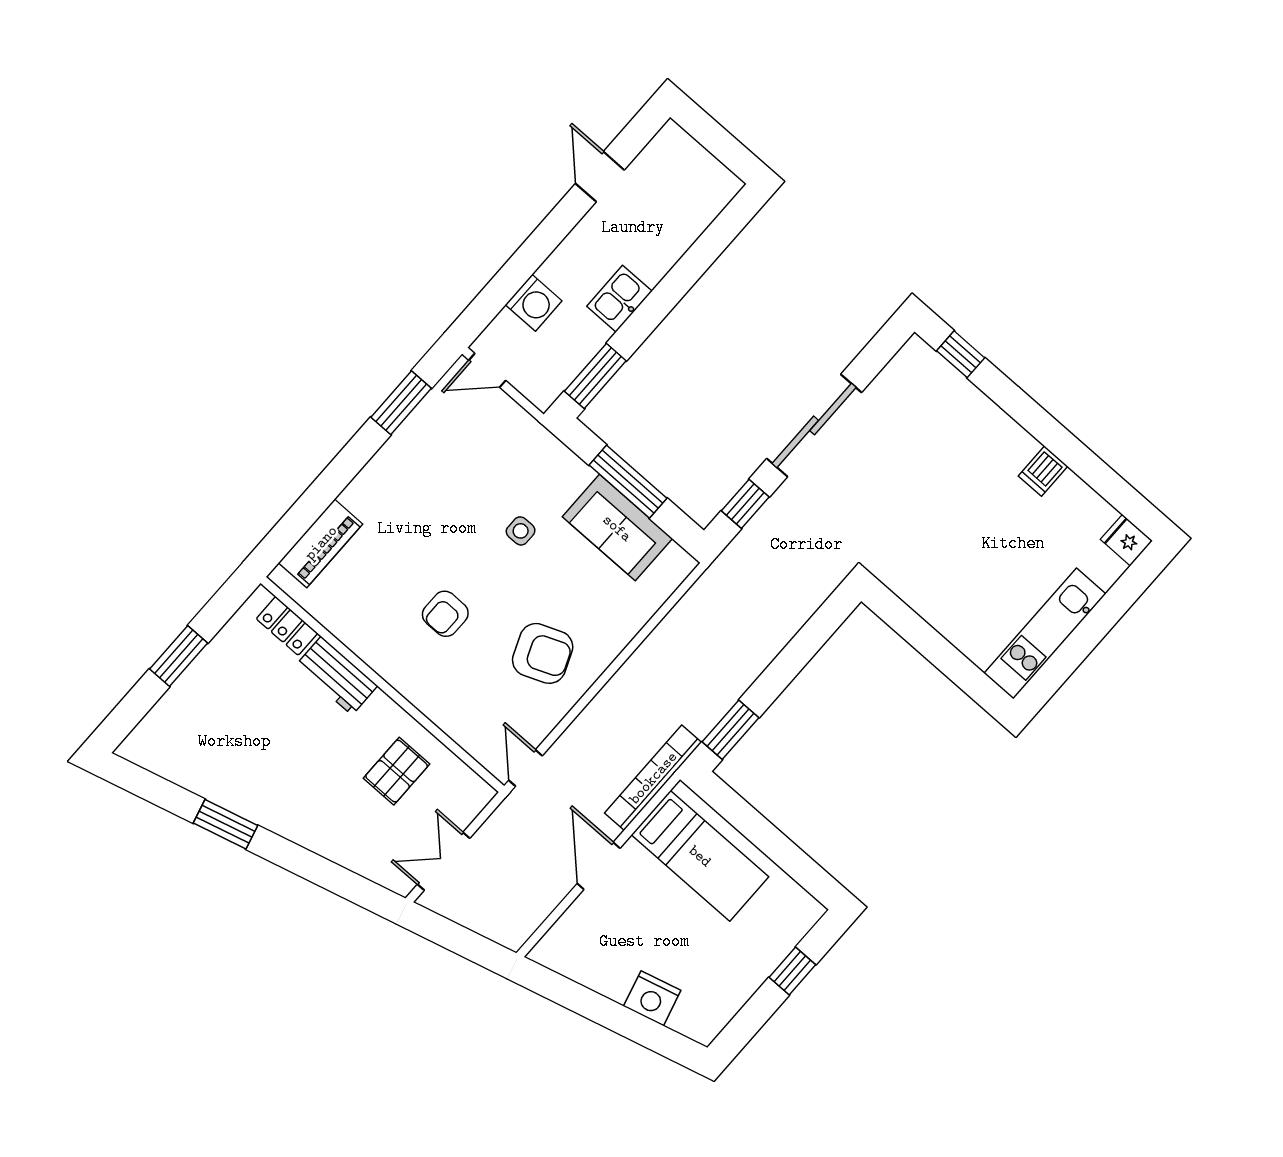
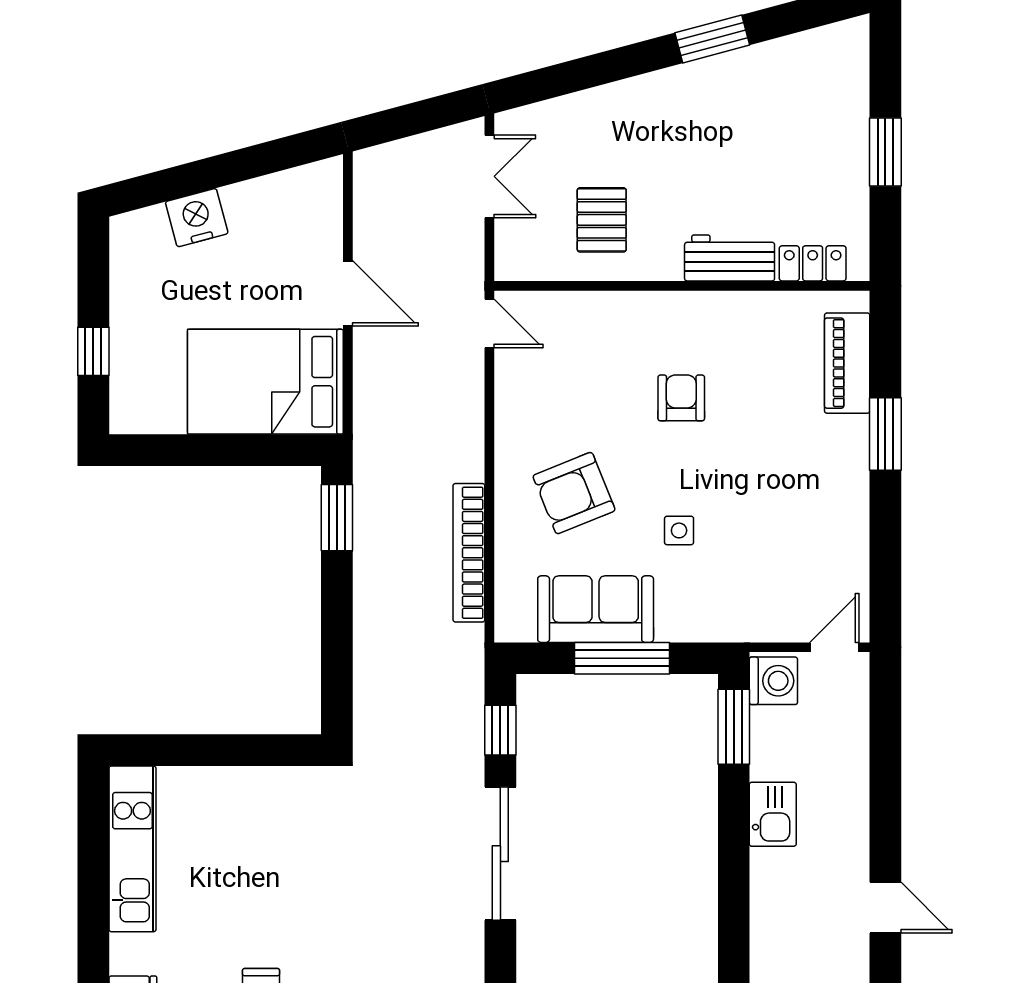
washing machine: (534, 303) -> (773, 681), moved, turned 180
window: (401, 403) -> (885, 434), moved
armchair: (543, 653) -> (574, 493), moved
bookcase: (653, 778) -> (469, 553), moved, turned 180
bed: (700, 856) -> (265, 382), width x1.50

